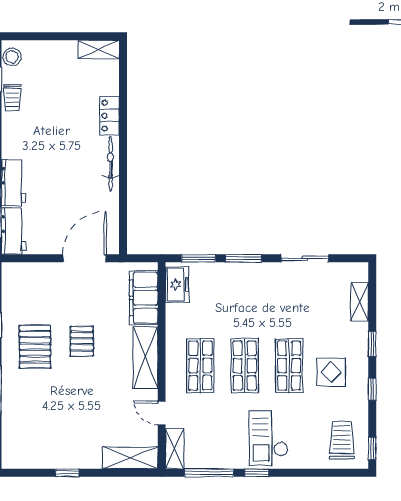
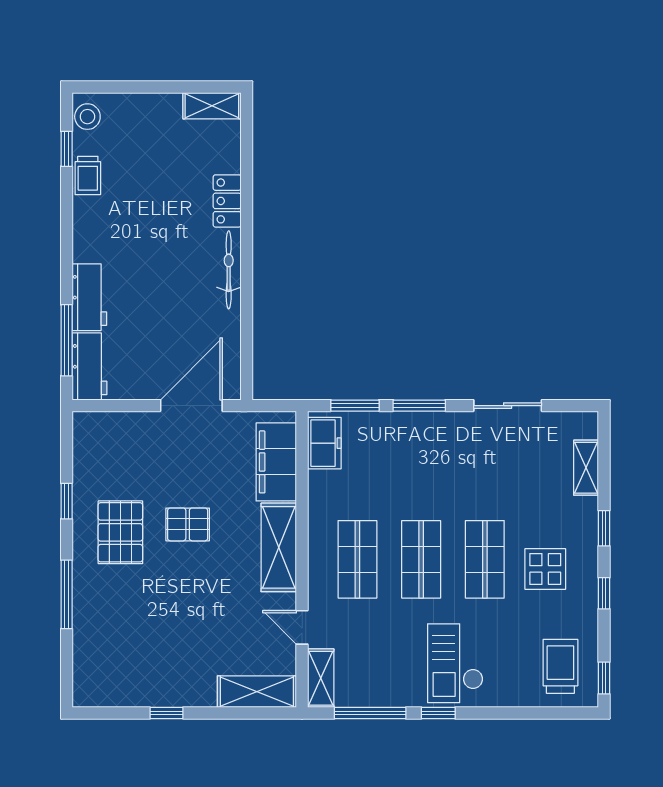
pallet: (82, 341) -> (188, 524), turned 90

